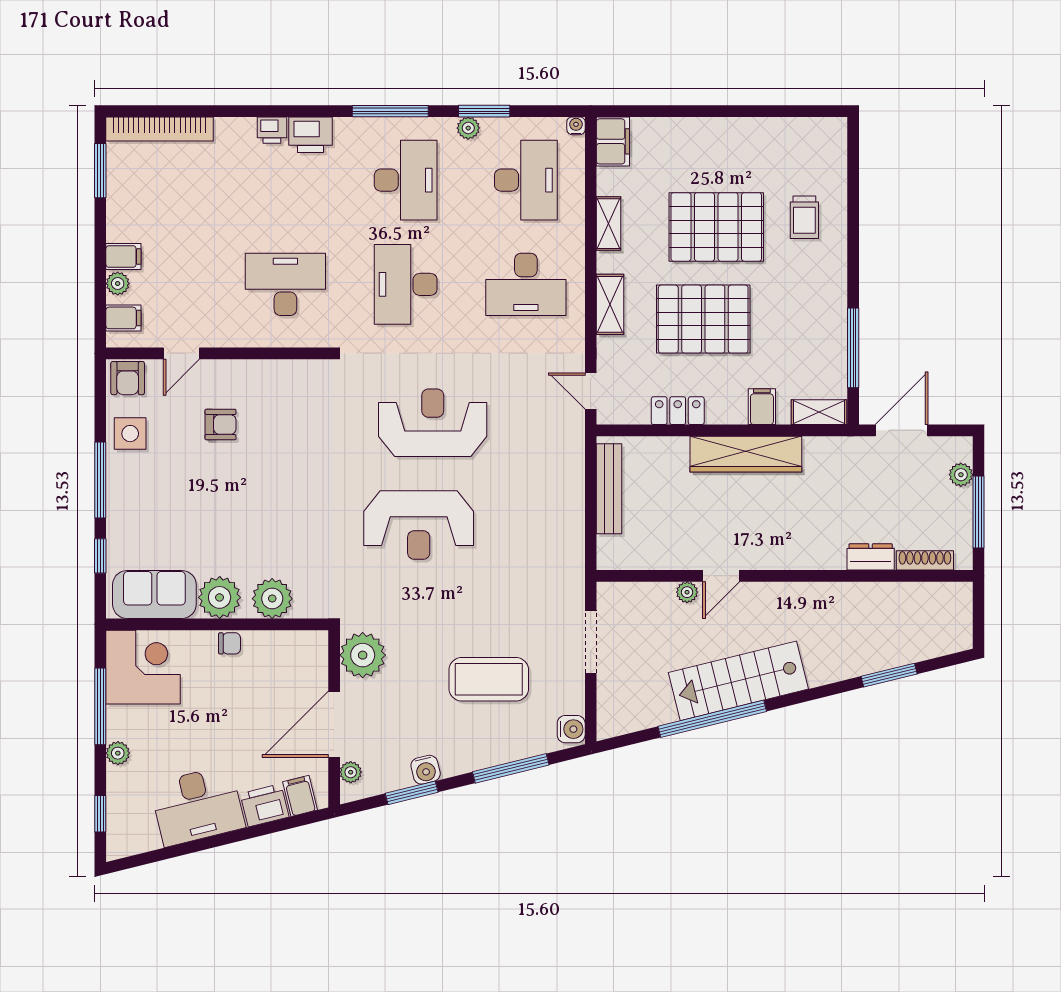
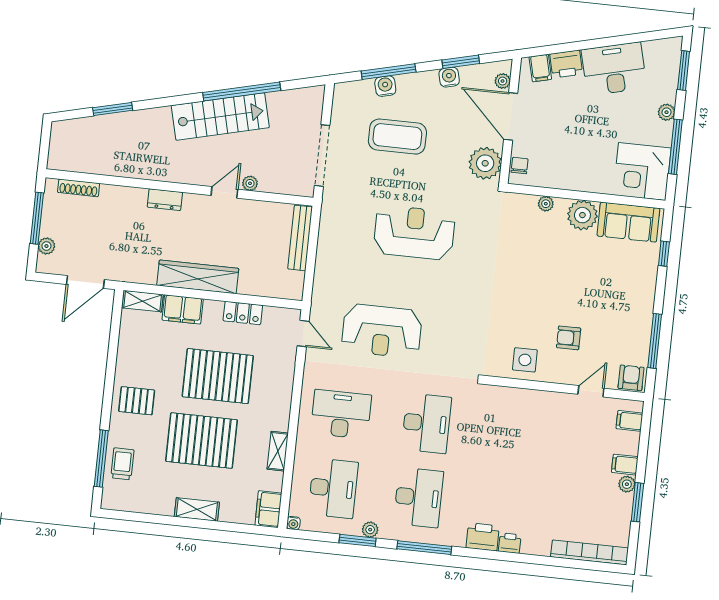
window: (100, 171) -> (637, 502), moved
desk: (406, 180) -> (419, 497), turned 180
desk: (526, 180) -> (333, 488), turned 180
trolley: (804, 217) -> (122, 464), moved
pallet: (812, 273) -> (137, 401), added
plant: (118, 284) -> (627, 484), moved
desk: (285, 284) -> (512, 432), removed
shelving: (610, 304) -> (197, 509), moved, turned 90
window: (853, 348) -> (101, 458), moved
filing cabinet: (762, 407) -> (183, 309), width x2.00
reception desk: (433, 423) -> (382, 331), moved
side table: (130, 434) -> (525, 360), moved
window: (100, 480) -> (655, 341), moved
bench: (609, 489) -> (300, 238), moved
reception desk: (419, 525) -> (414, 233), moved
dresser: (871, 557) -> (165, 200), moved
plant: (272, 599) -> (546, 204), width x0.53, depth x0.53
doorway: (591, 642) -> (322, 156), width x1.36
chair: (230, 643) -> (520, 166), moved, turned 90
door: (334, 724) -> (511, 116), swing flipped
water cooler: (571, 729) -> (385, 86), moved, turned 76
window: (100, 814) -> (684, 71), width x1.50

